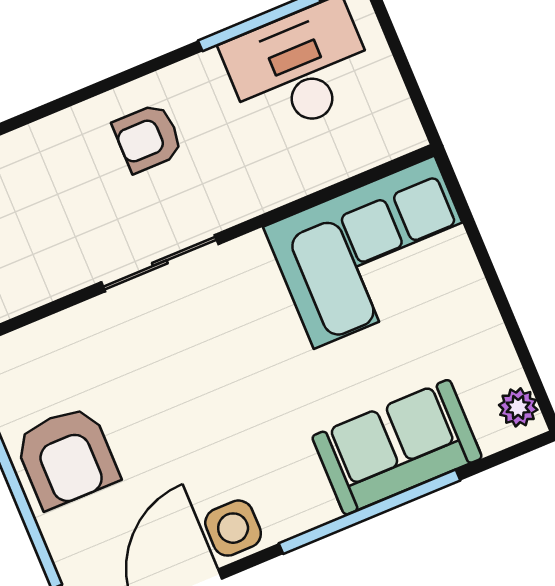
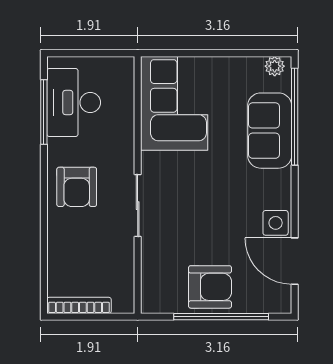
armchair: (148, 138) -> (77, 187), width x1.38, depth x1.38
window: (369, 512) -> (295, 117), moved

